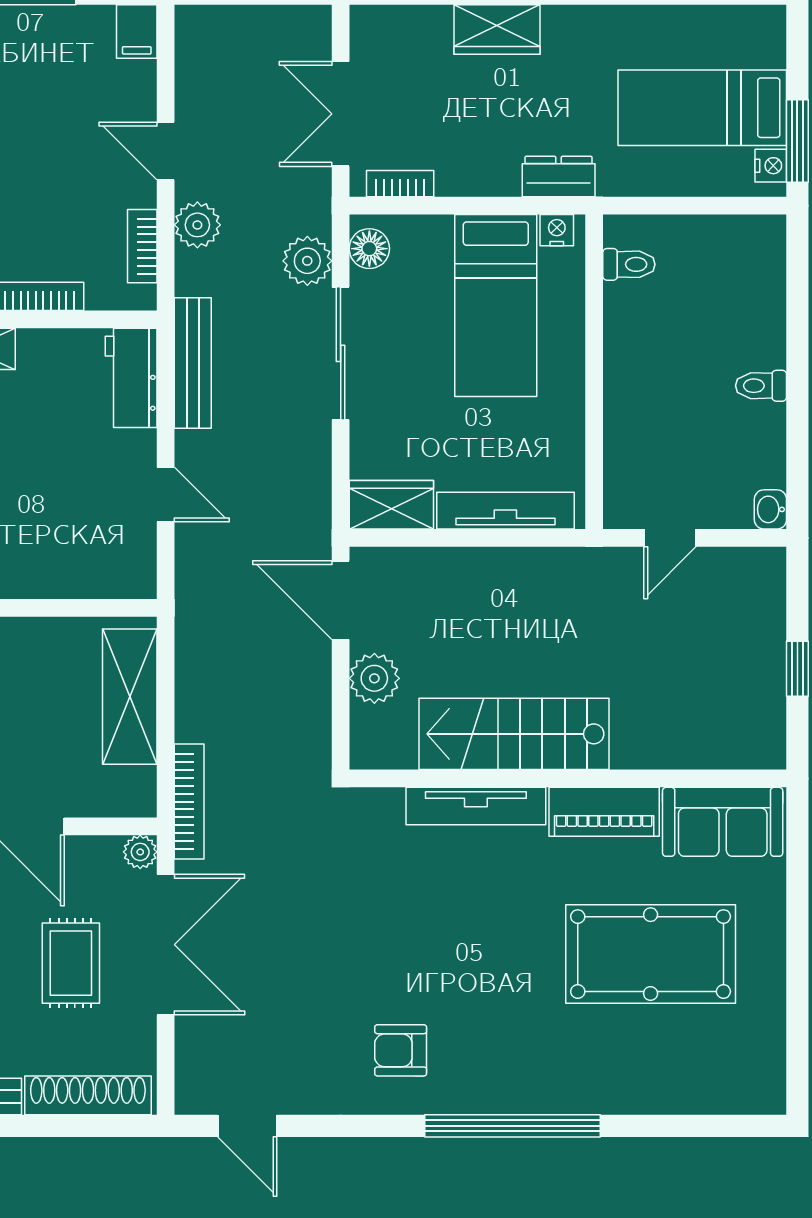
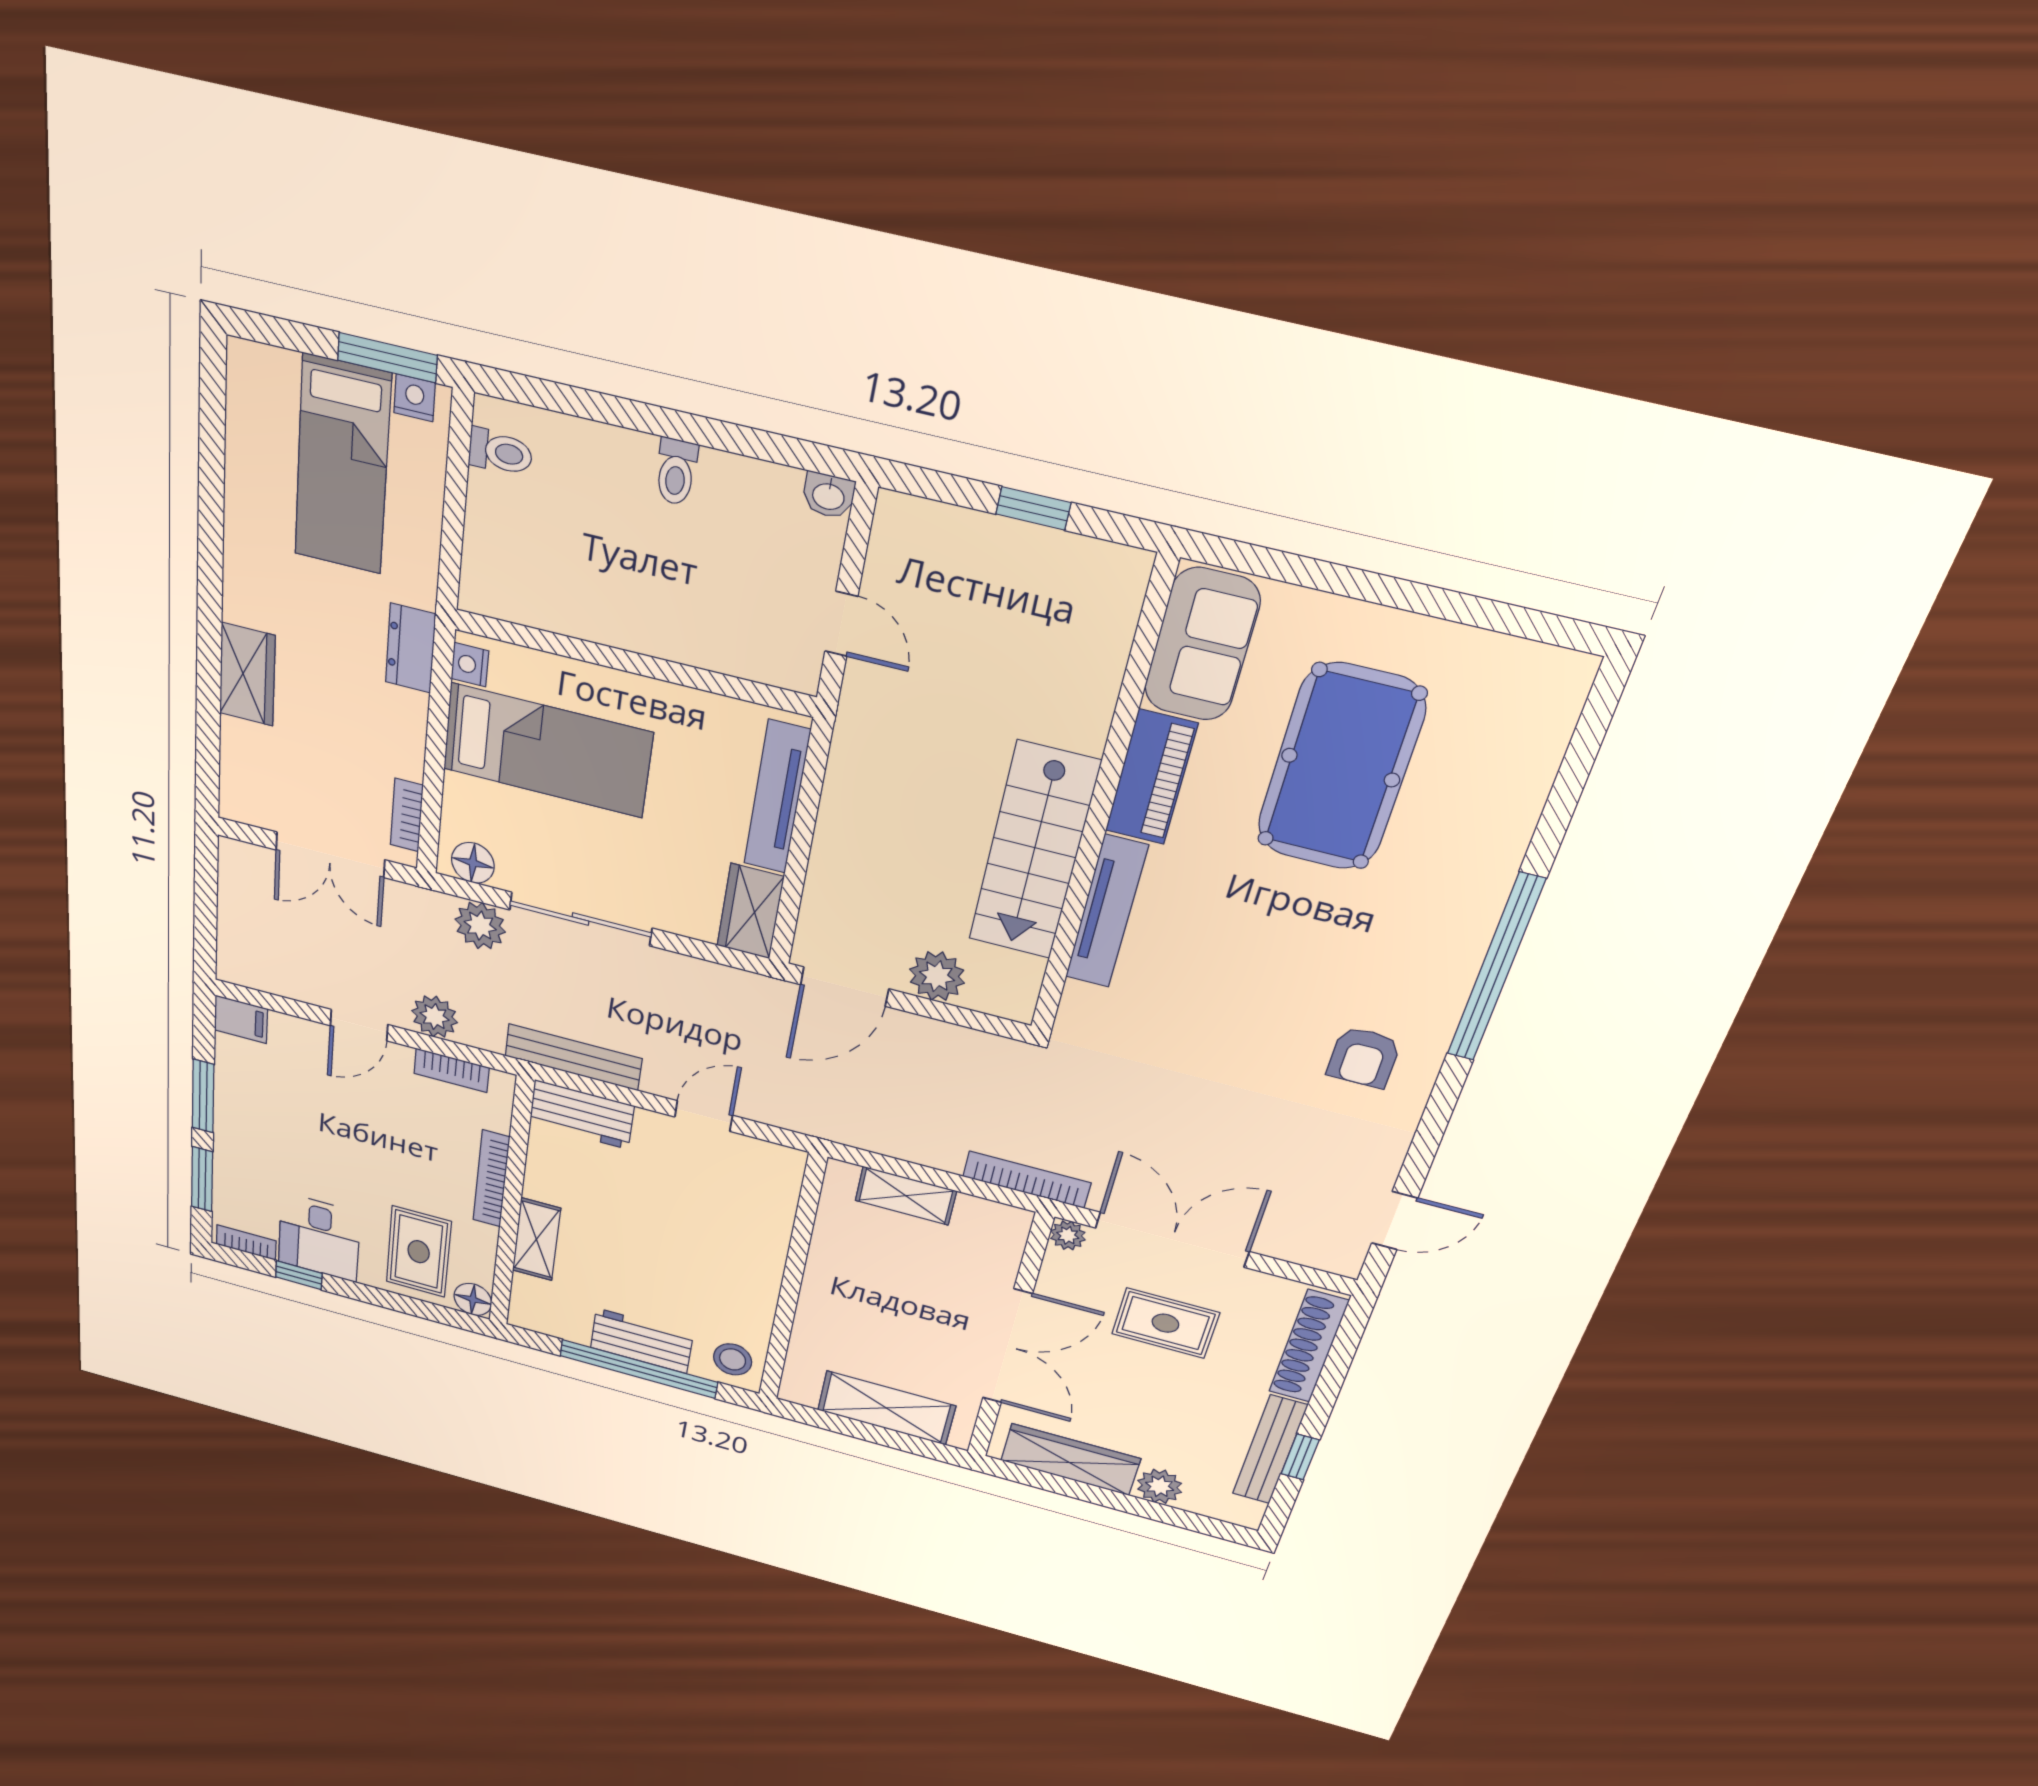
toilet: (629, 264) -> (500, 452), moved, turned 90
shelving: (130, 697) -> (906, 1196), width x0.67, depth x0.75

